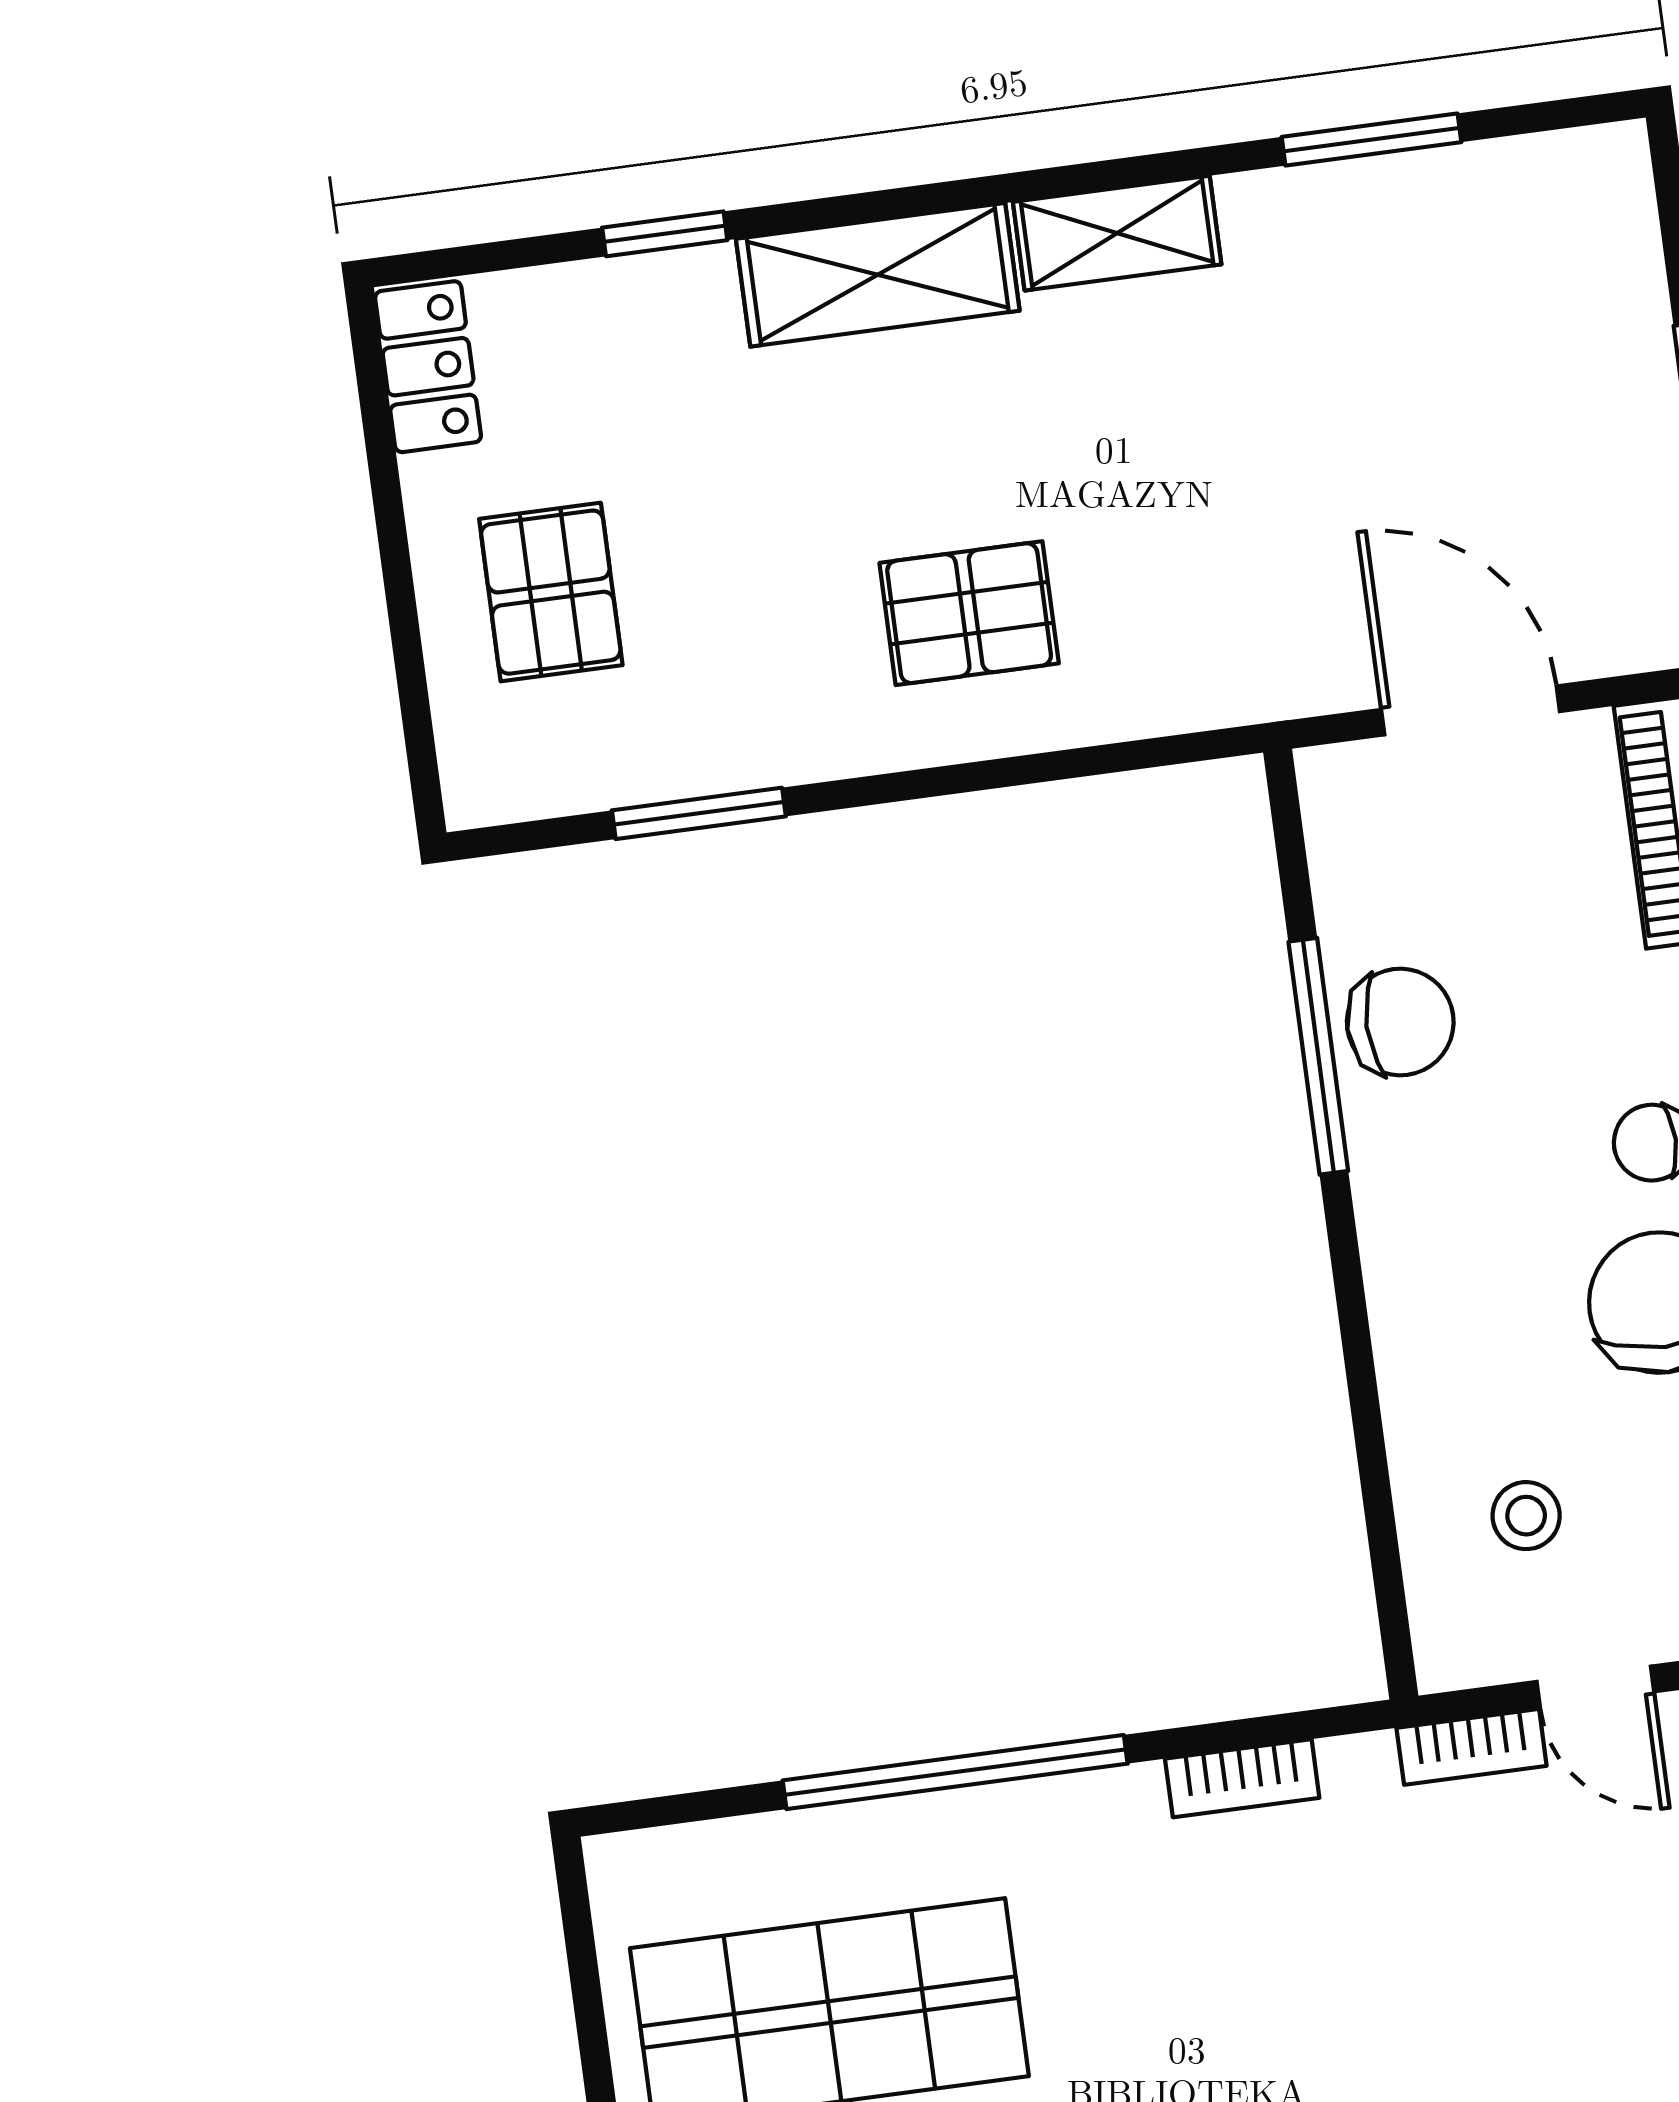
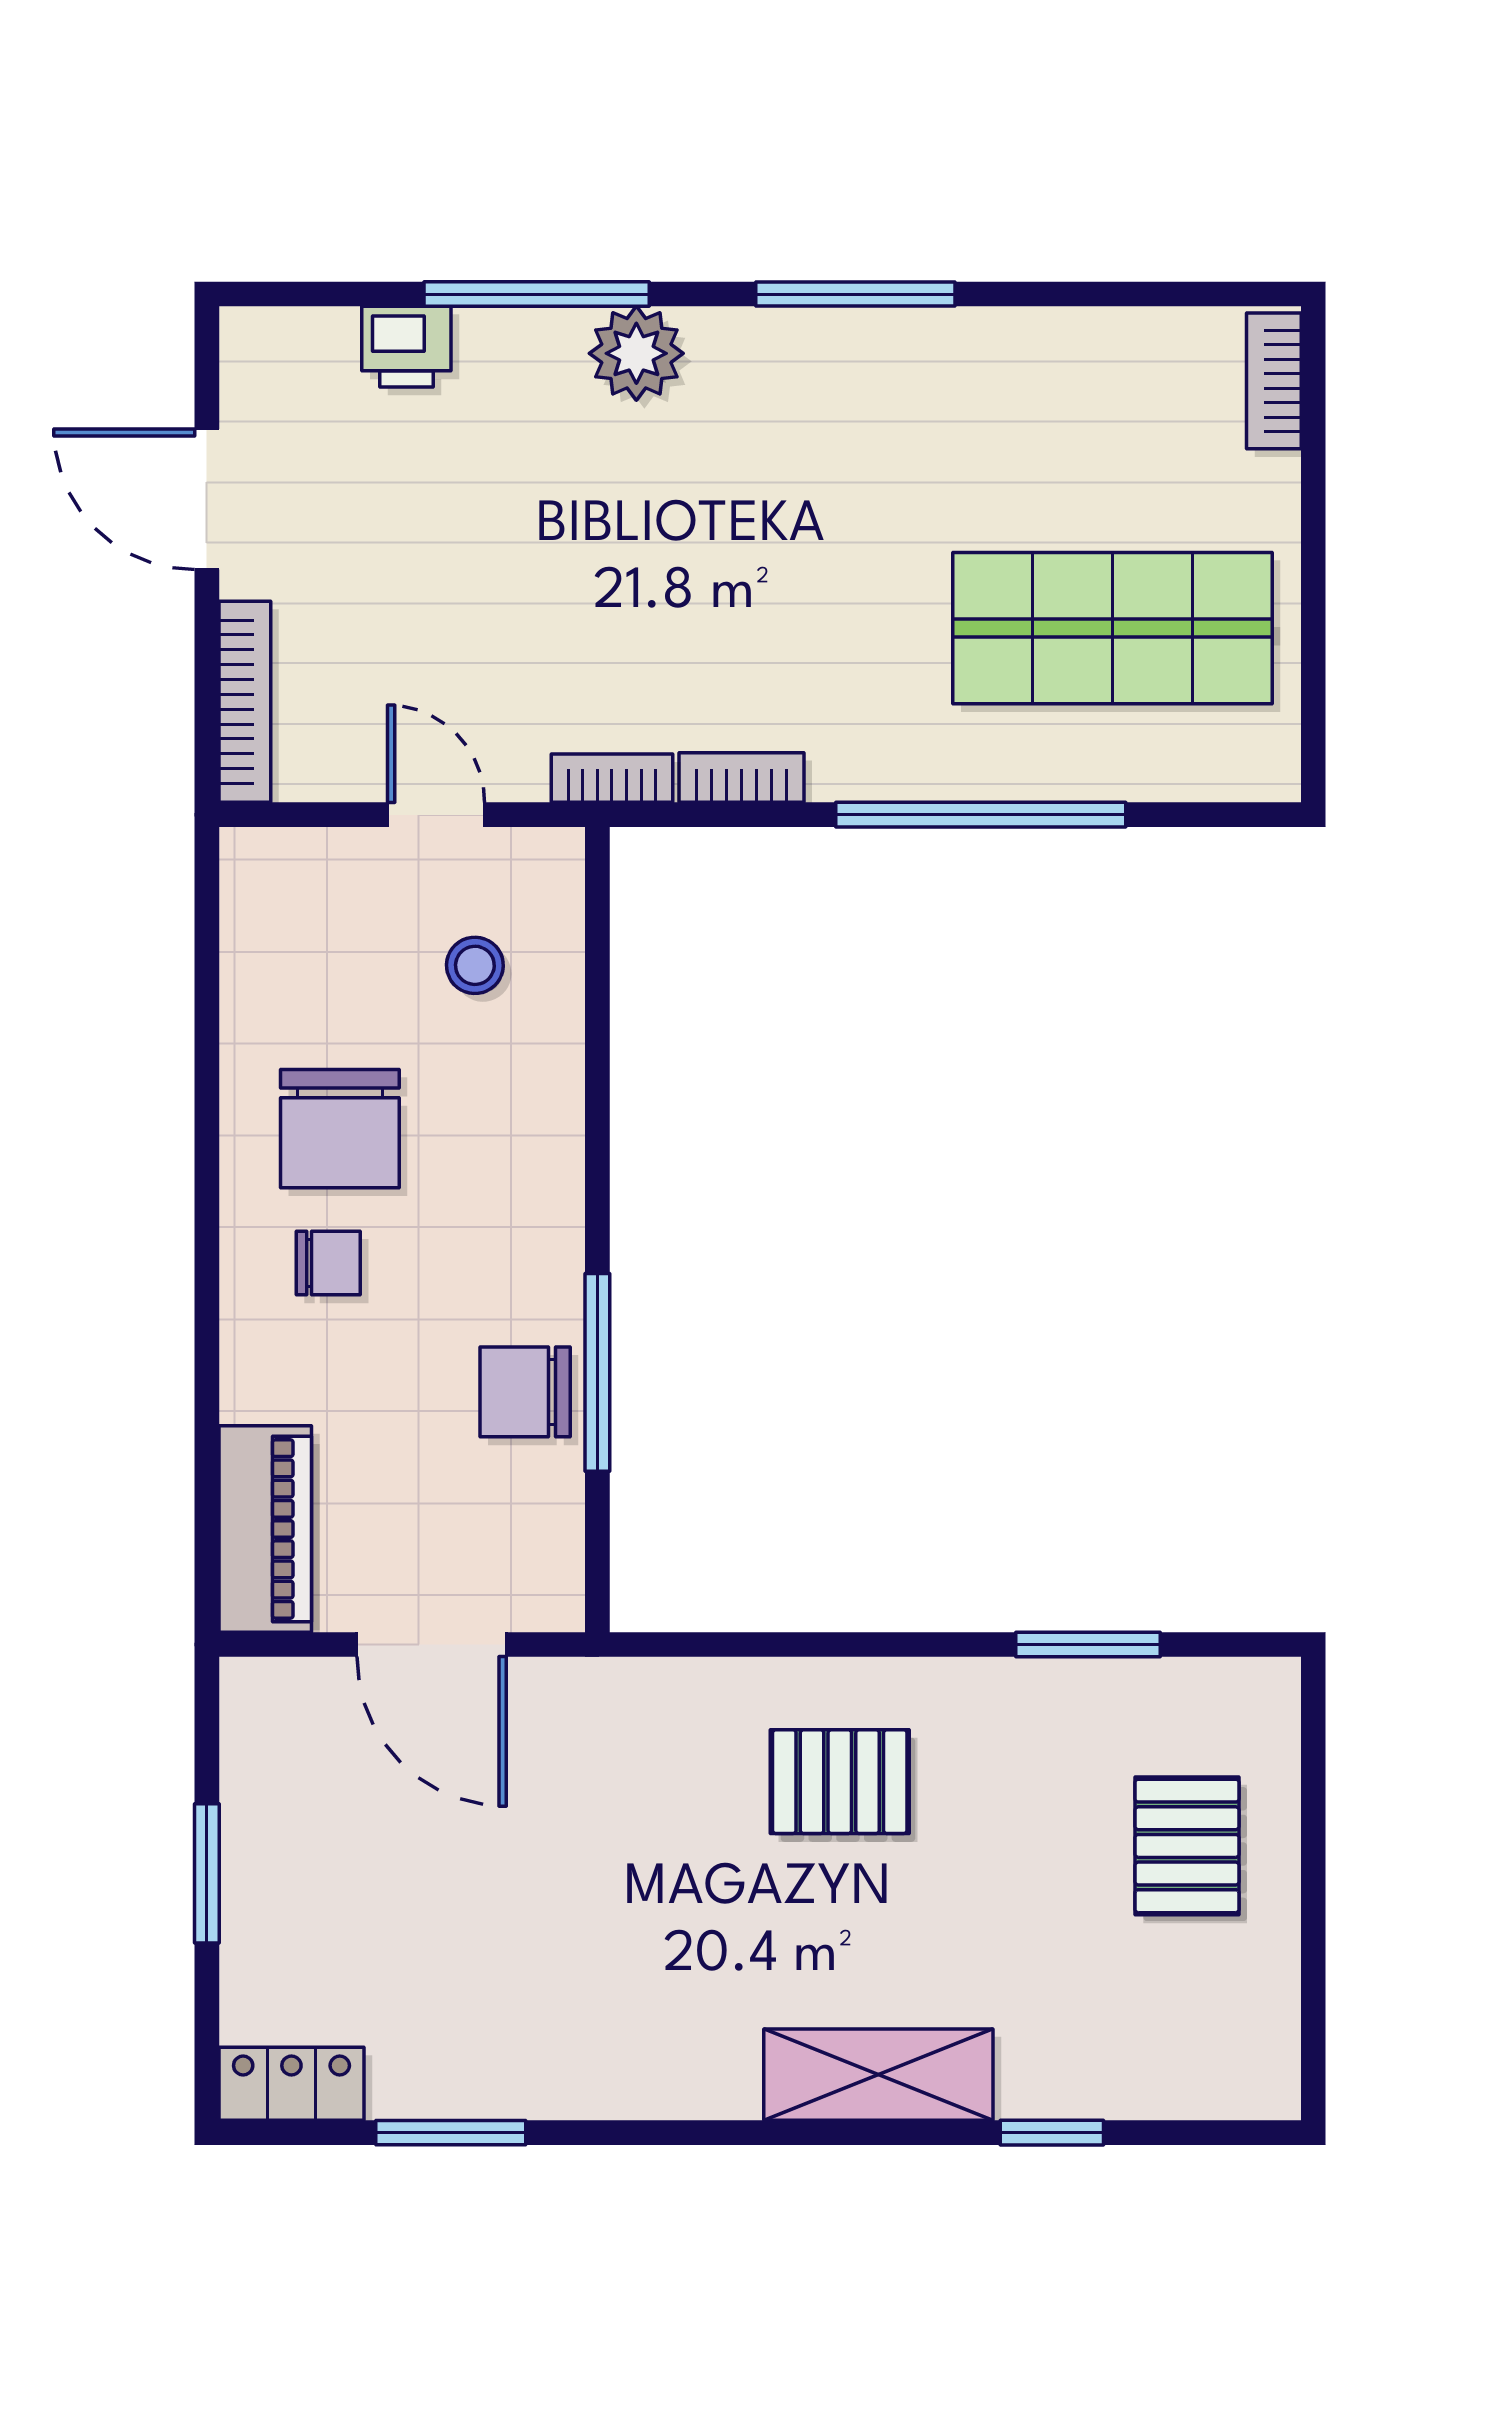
shelving: (1117, 233) -> (674, 2083), removed
locker: (428, 367) -> (291, 2084), moved, turned 90
bookcase: (1472, 1747) -> (612, 778), moved

